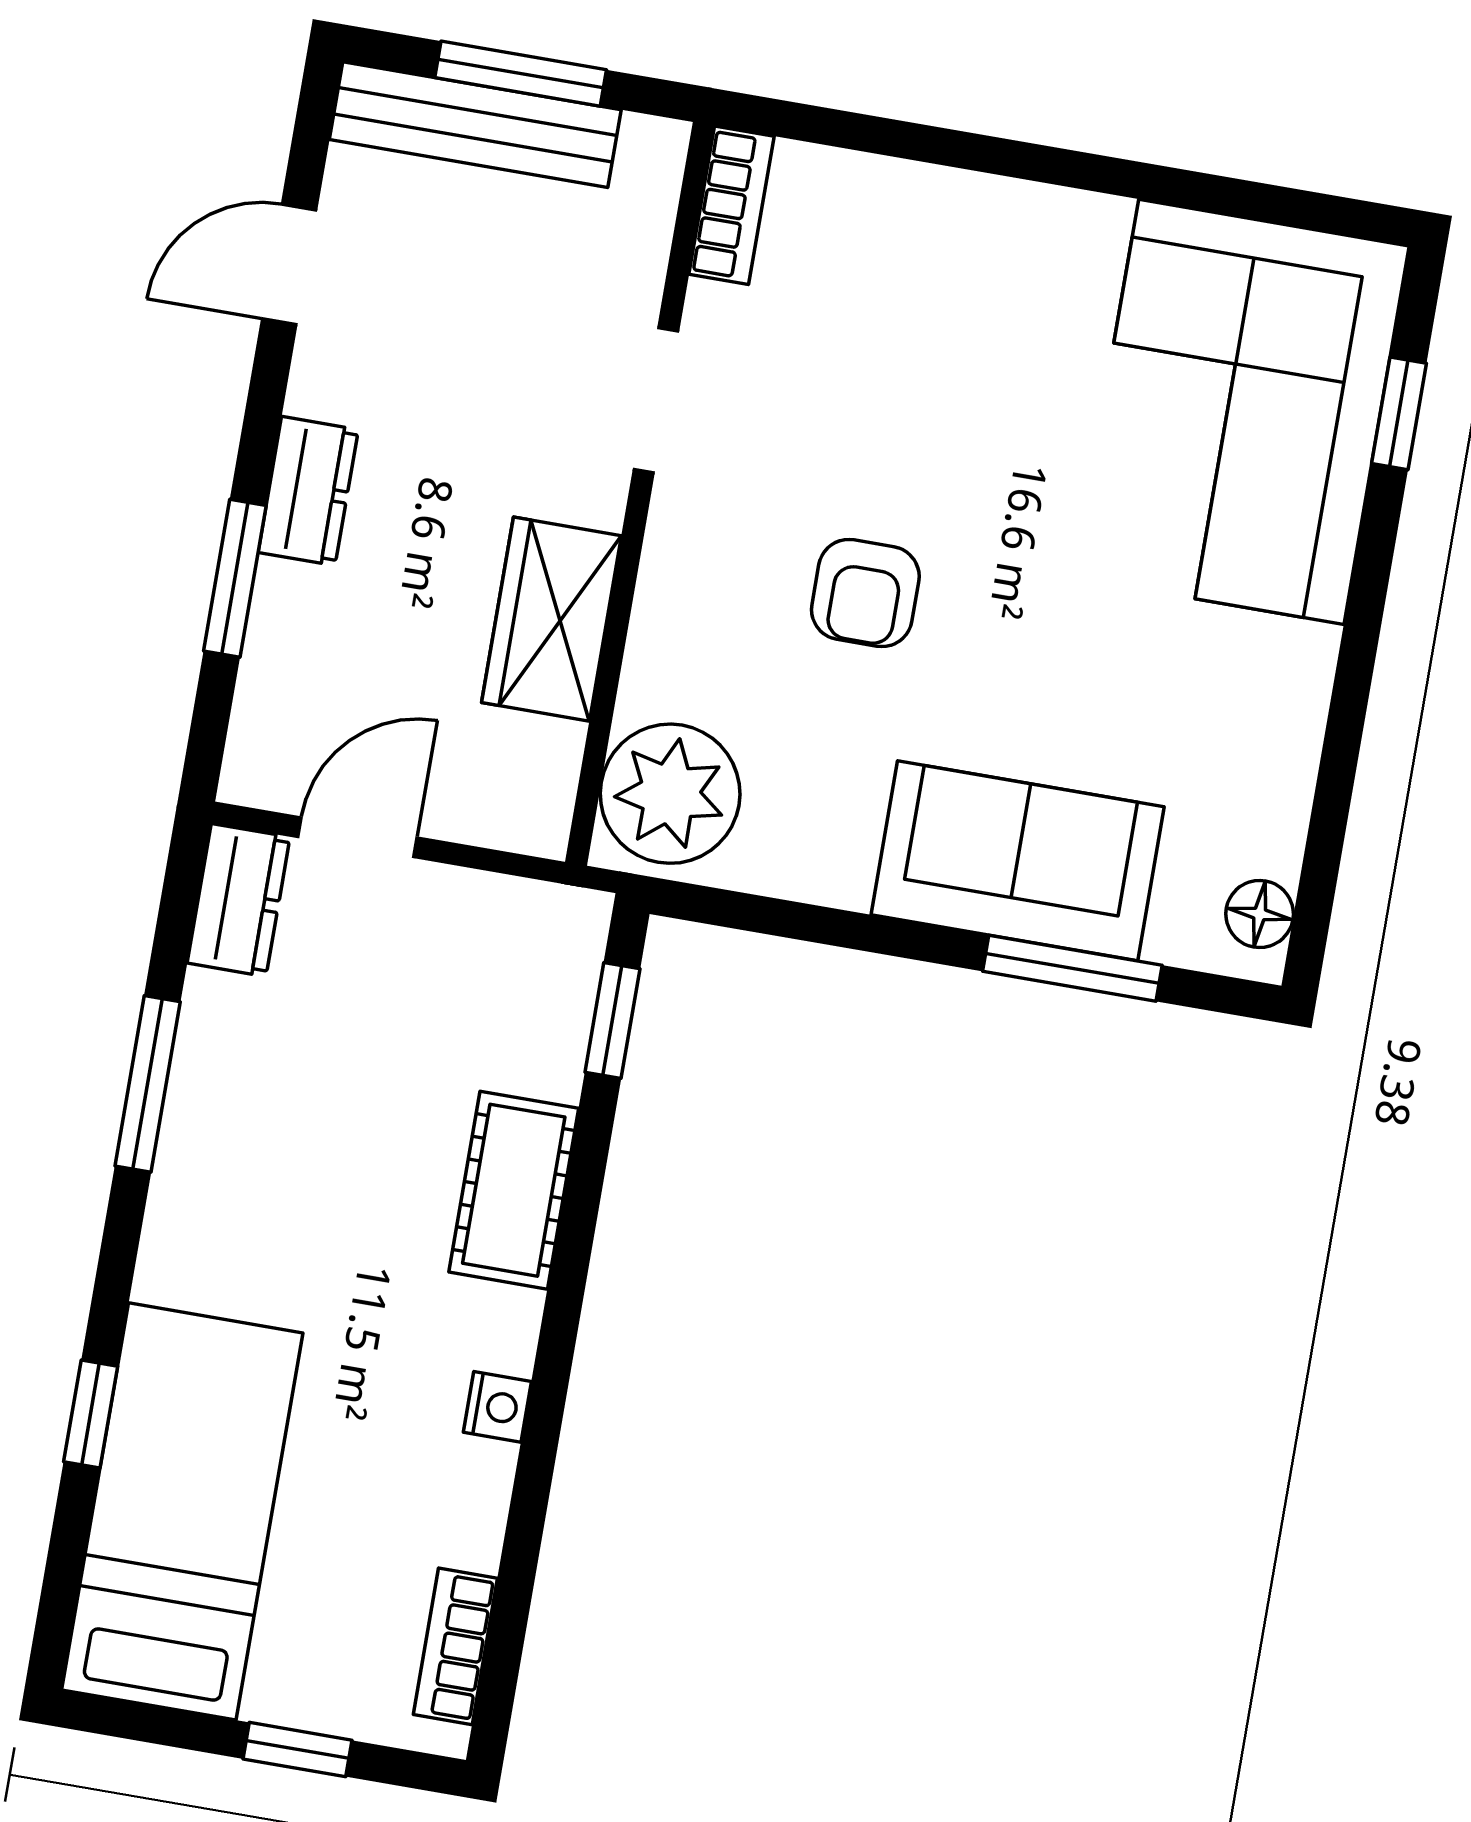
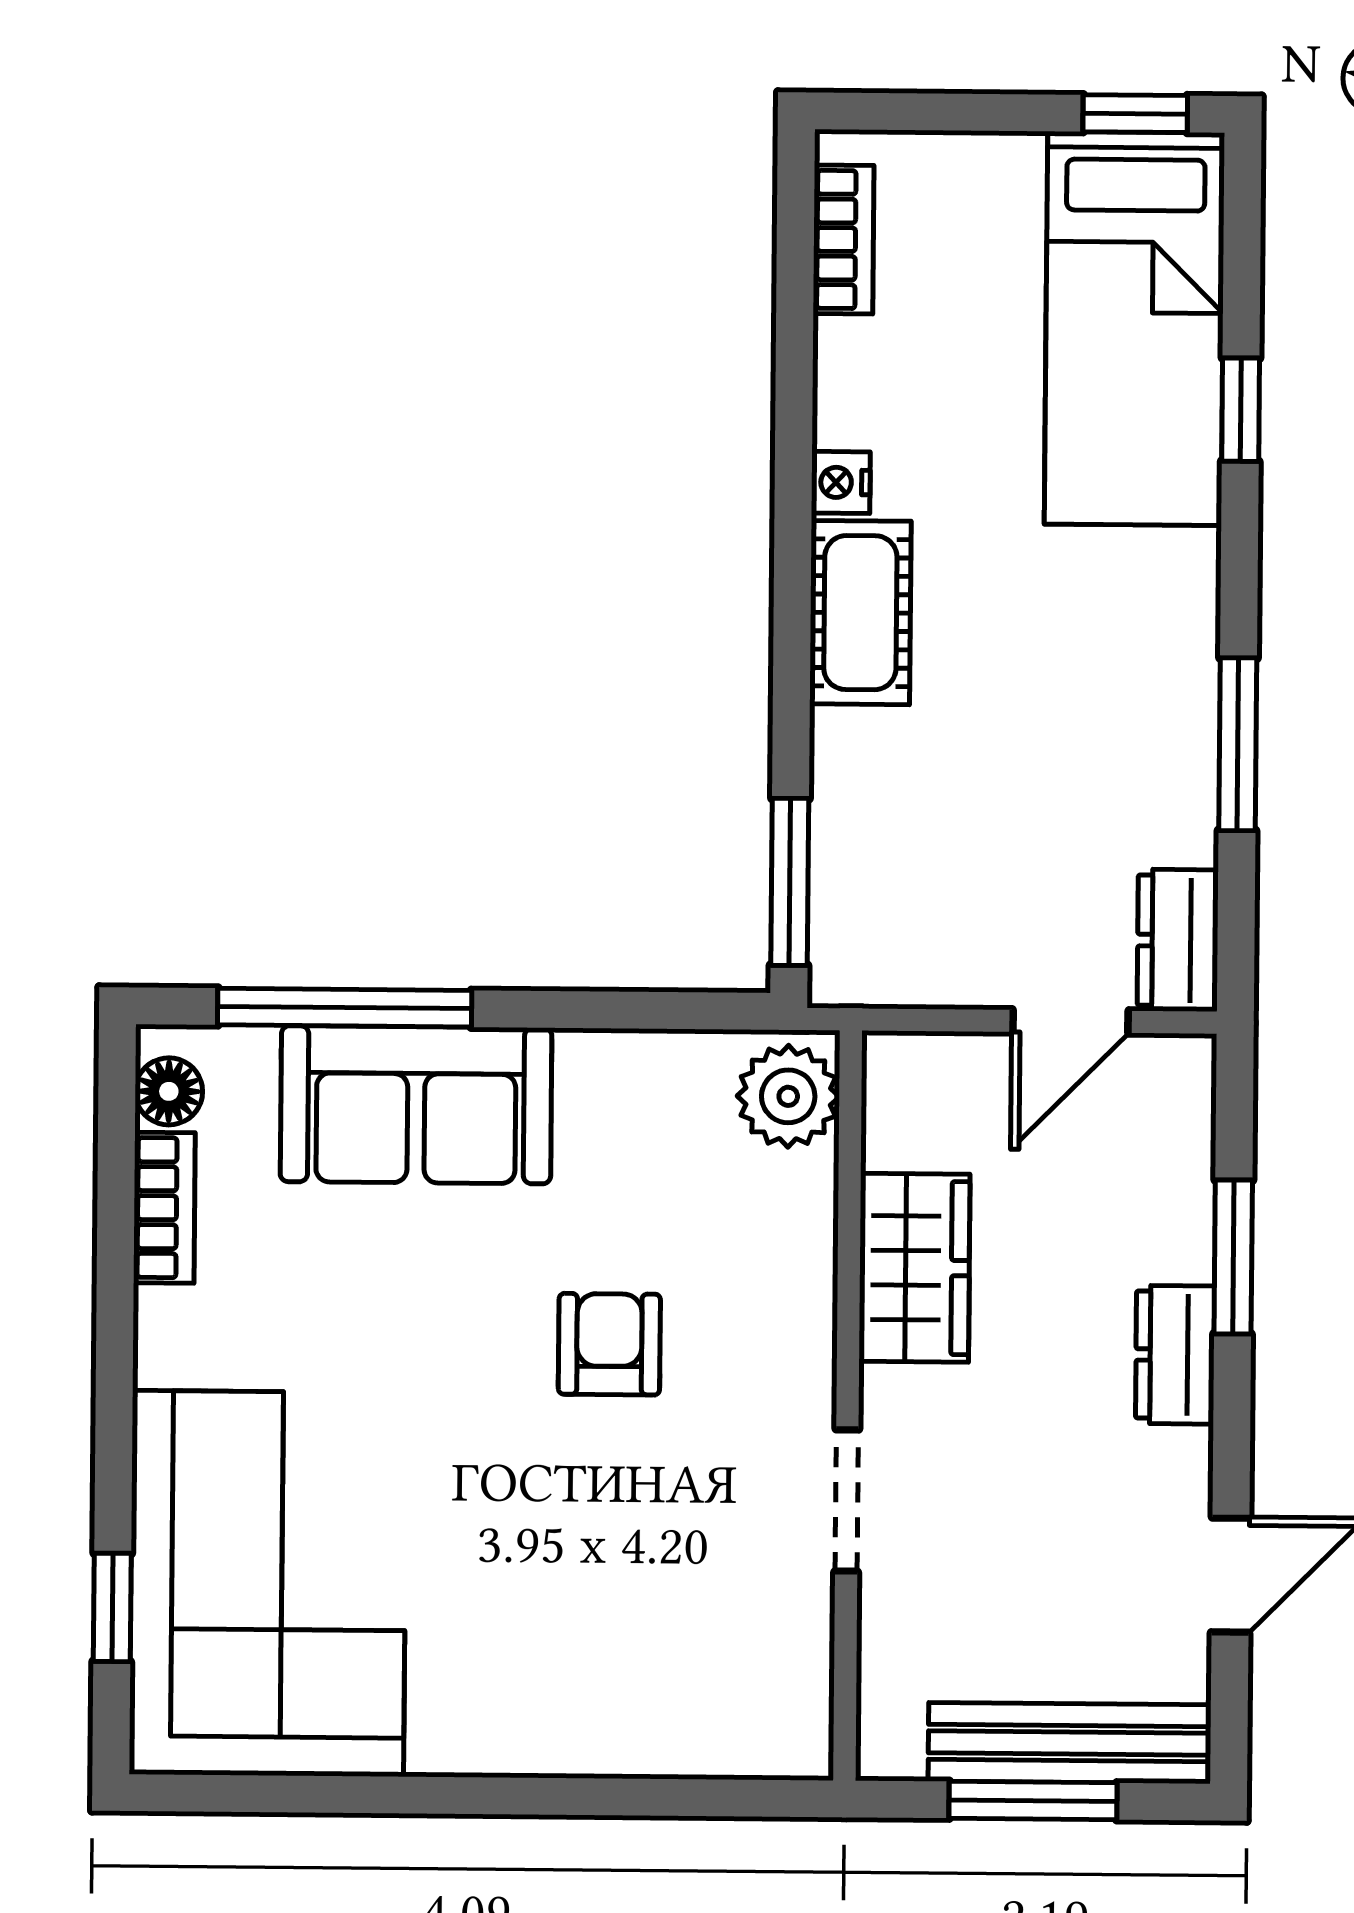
bookcase: (732, 205) -> (164, 1208), moved, turned 180
plant: (670, 794) -> (788, 1096), width x0.73, depth x0.73
window: (1072, 968) -> (345, 1008), width x1.44
window: (612, 1020) -> (790, 882), width x1.50
cot: (514, 1190) -> (860, 613), moved
window: (297, 1750) -> (1135, 114), moved

